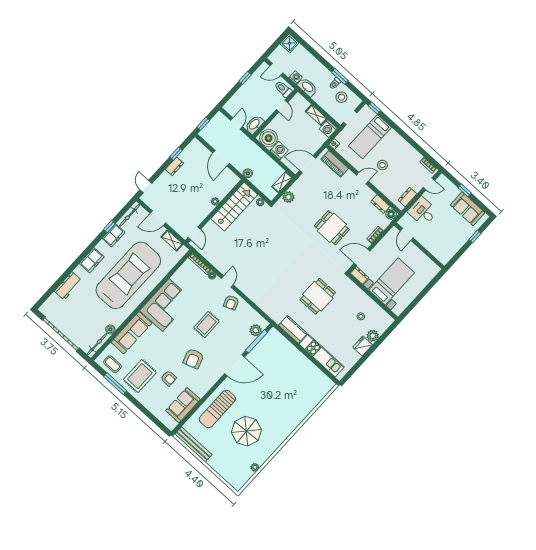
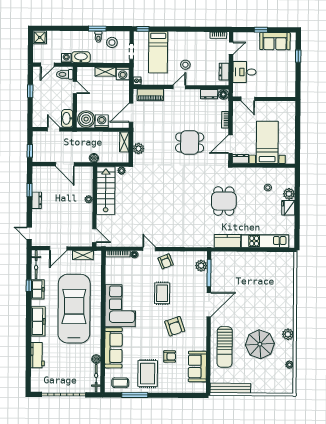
freezer: (92, 260) -> (38, 321), width x1.40
plant: (275, 443) -> (288, 334), added

